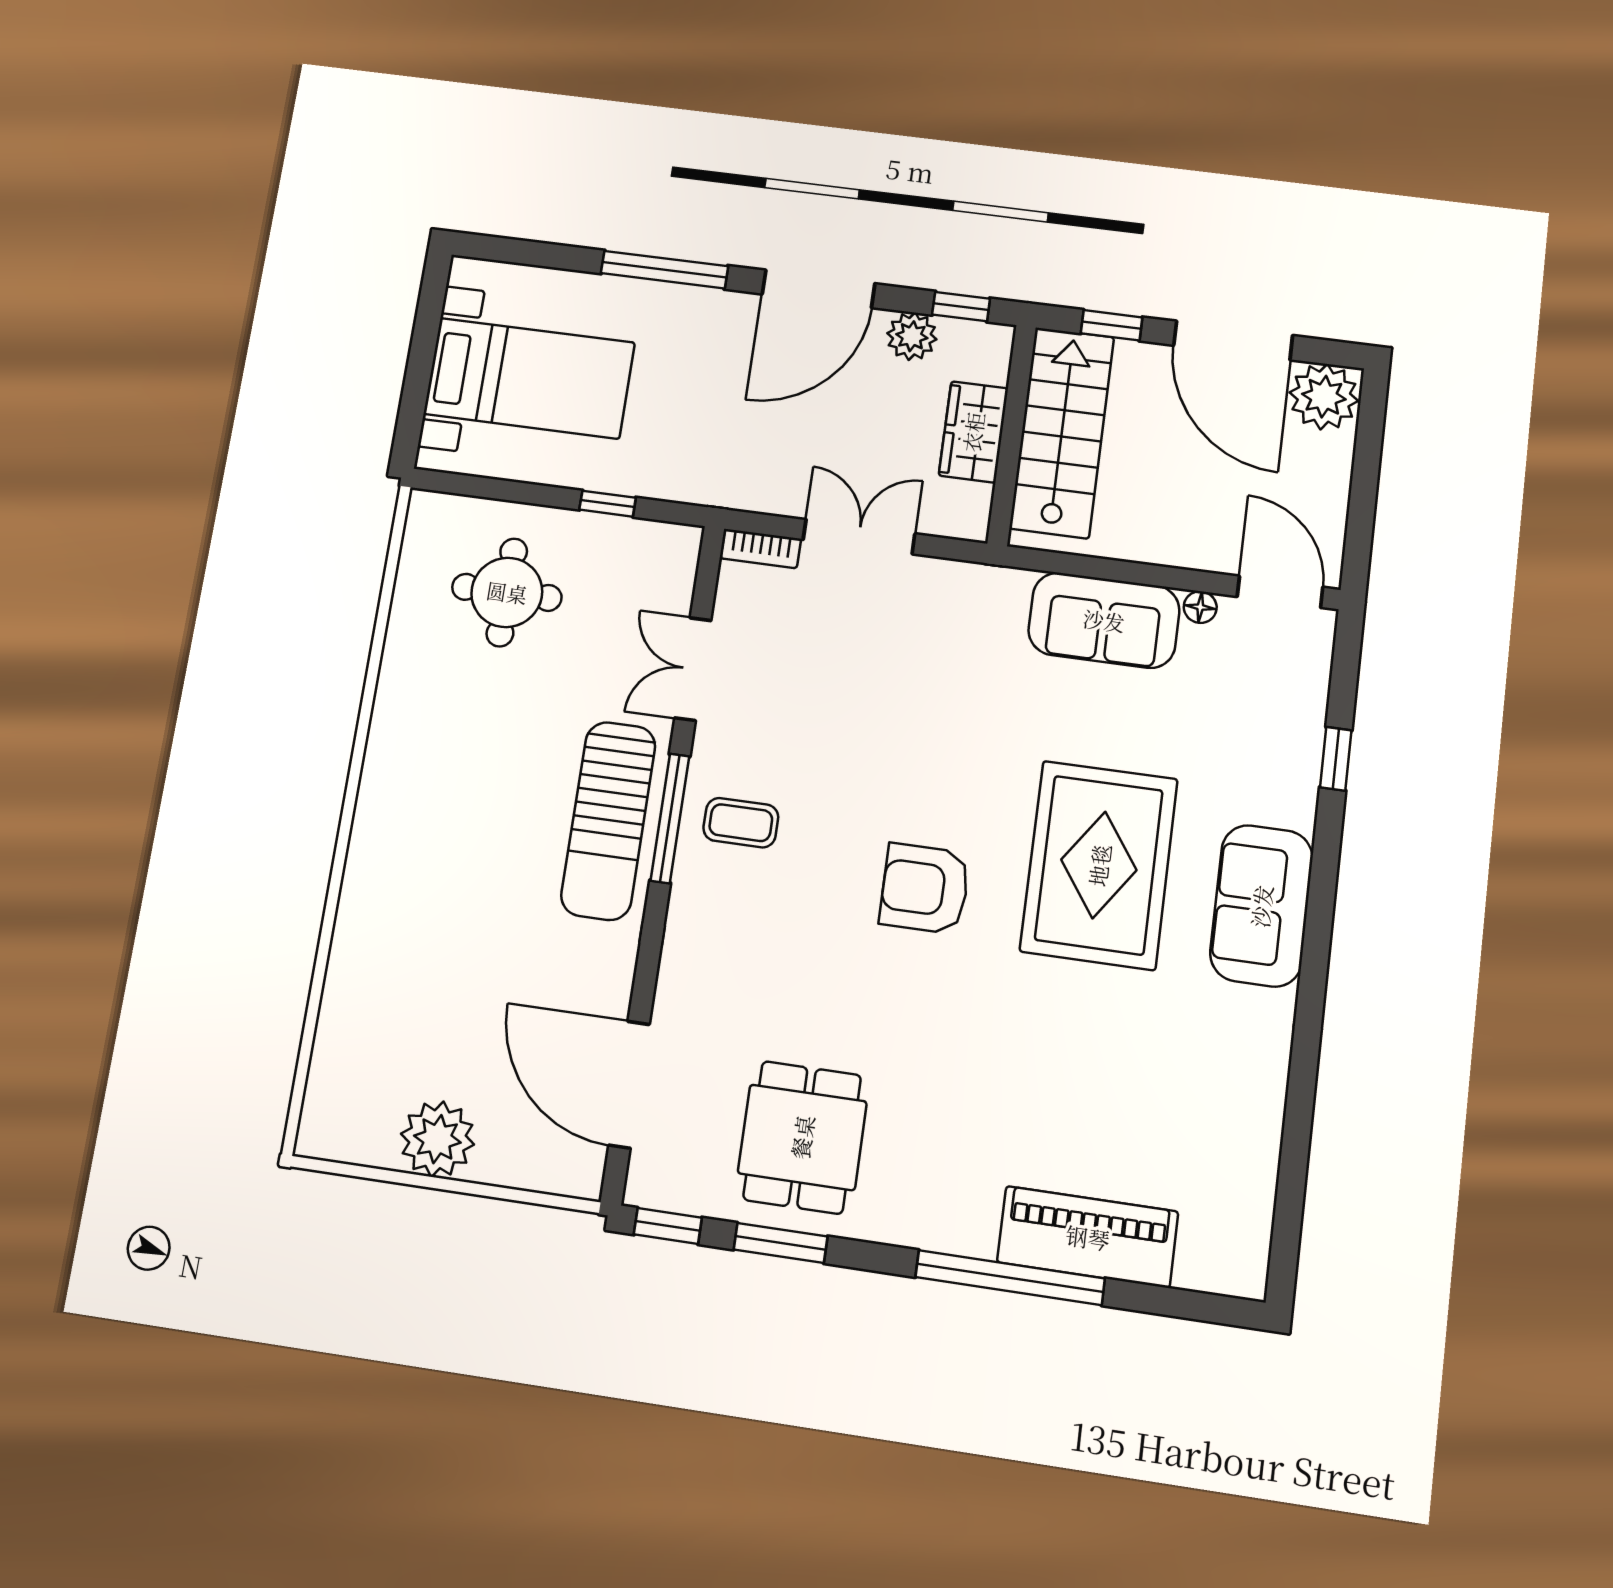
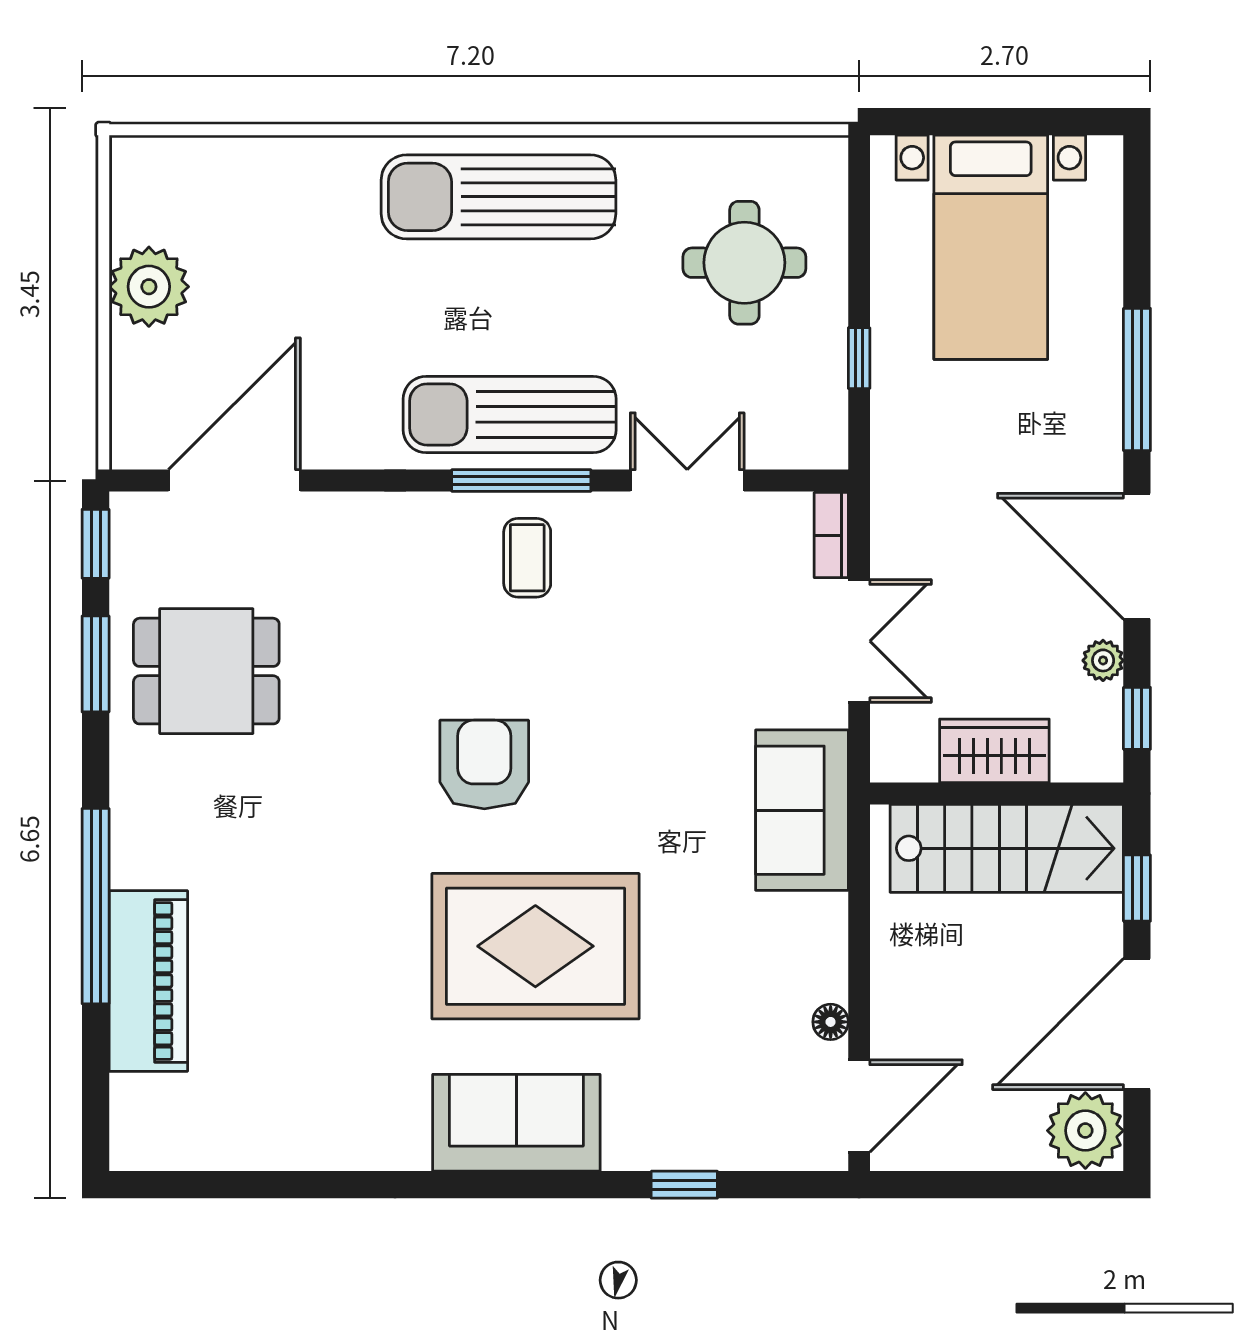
plant: (912, 336) -> (1103, 660), width x0.73, depth x0.73
sofa: (1104, 620) -> (802, 810), moved
sun lounger: (411, 803) -> (499, 197), added

